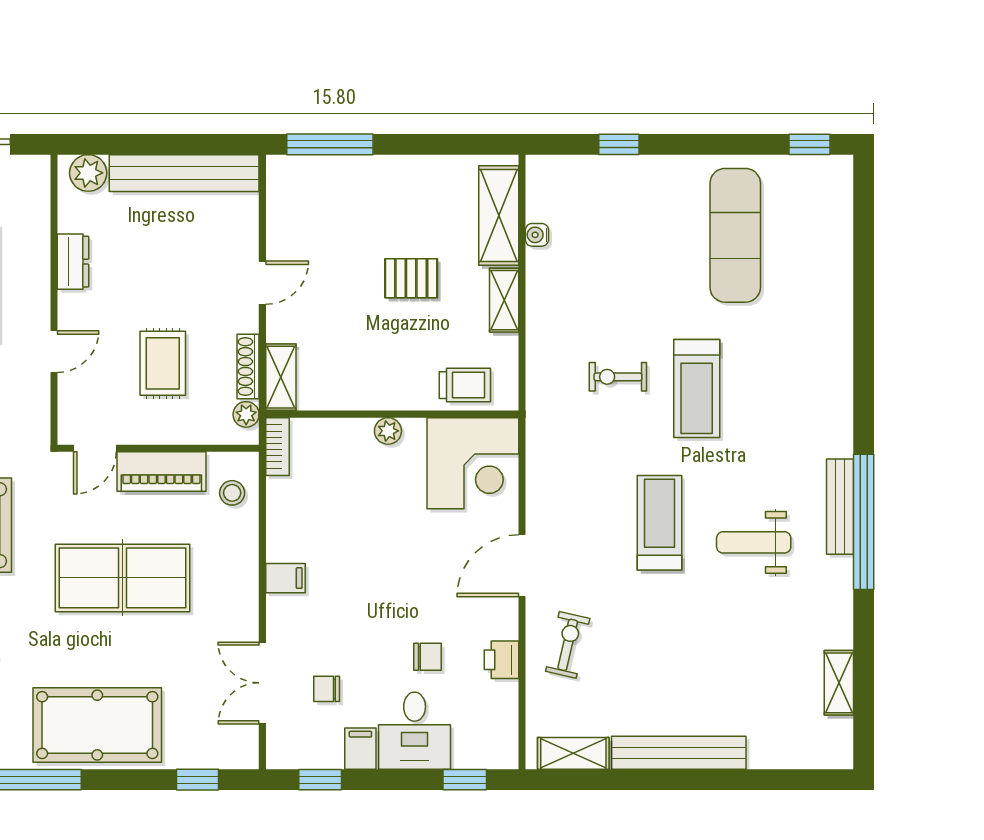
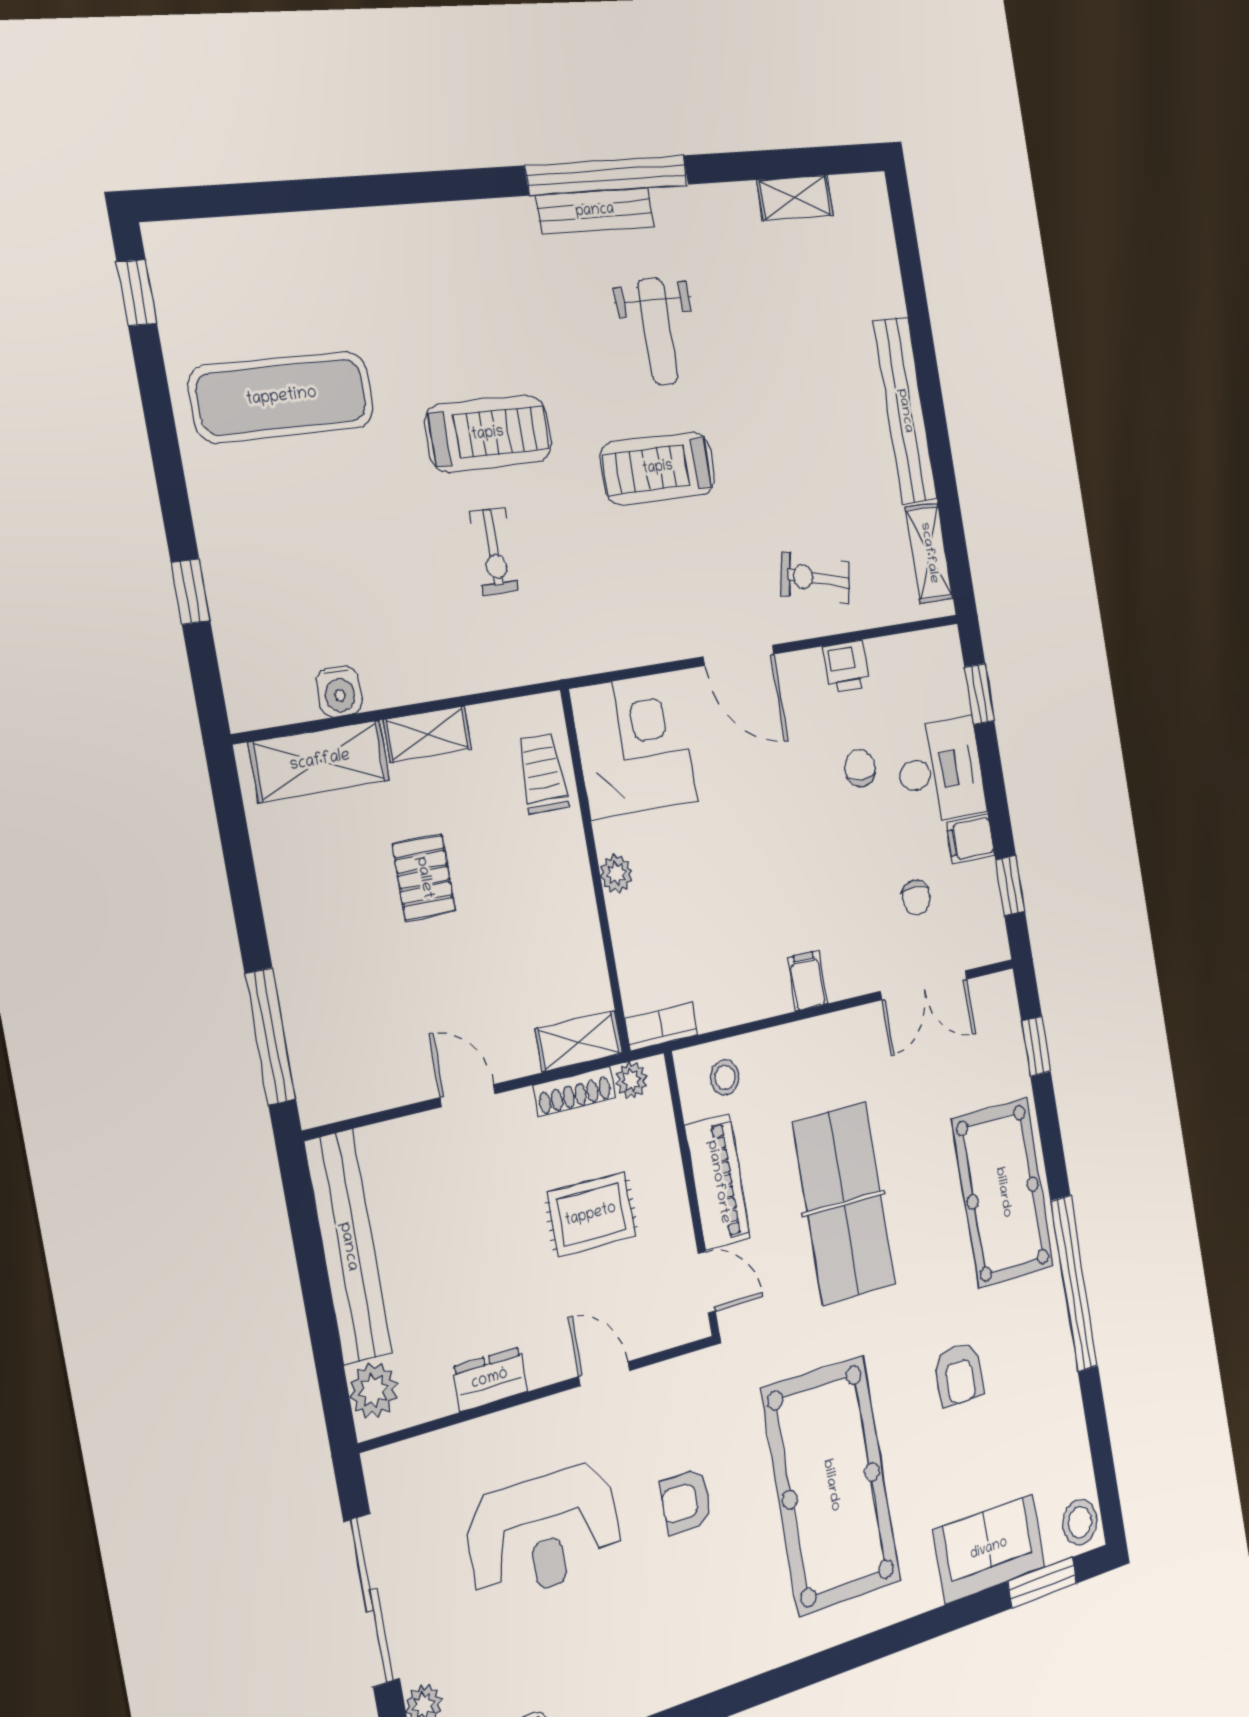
water cooler: (537, 235) -> (339, 692), width x1.38, depth x1.38

